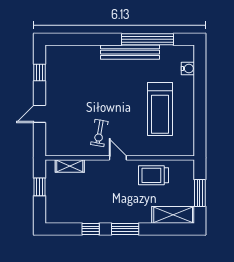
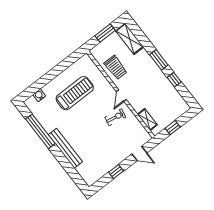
bench: (130, 52) -> (65, 148), moved
window: (40, 73) -> (116, 172), moved
door: (40, 114) -> (139, 153), moved

